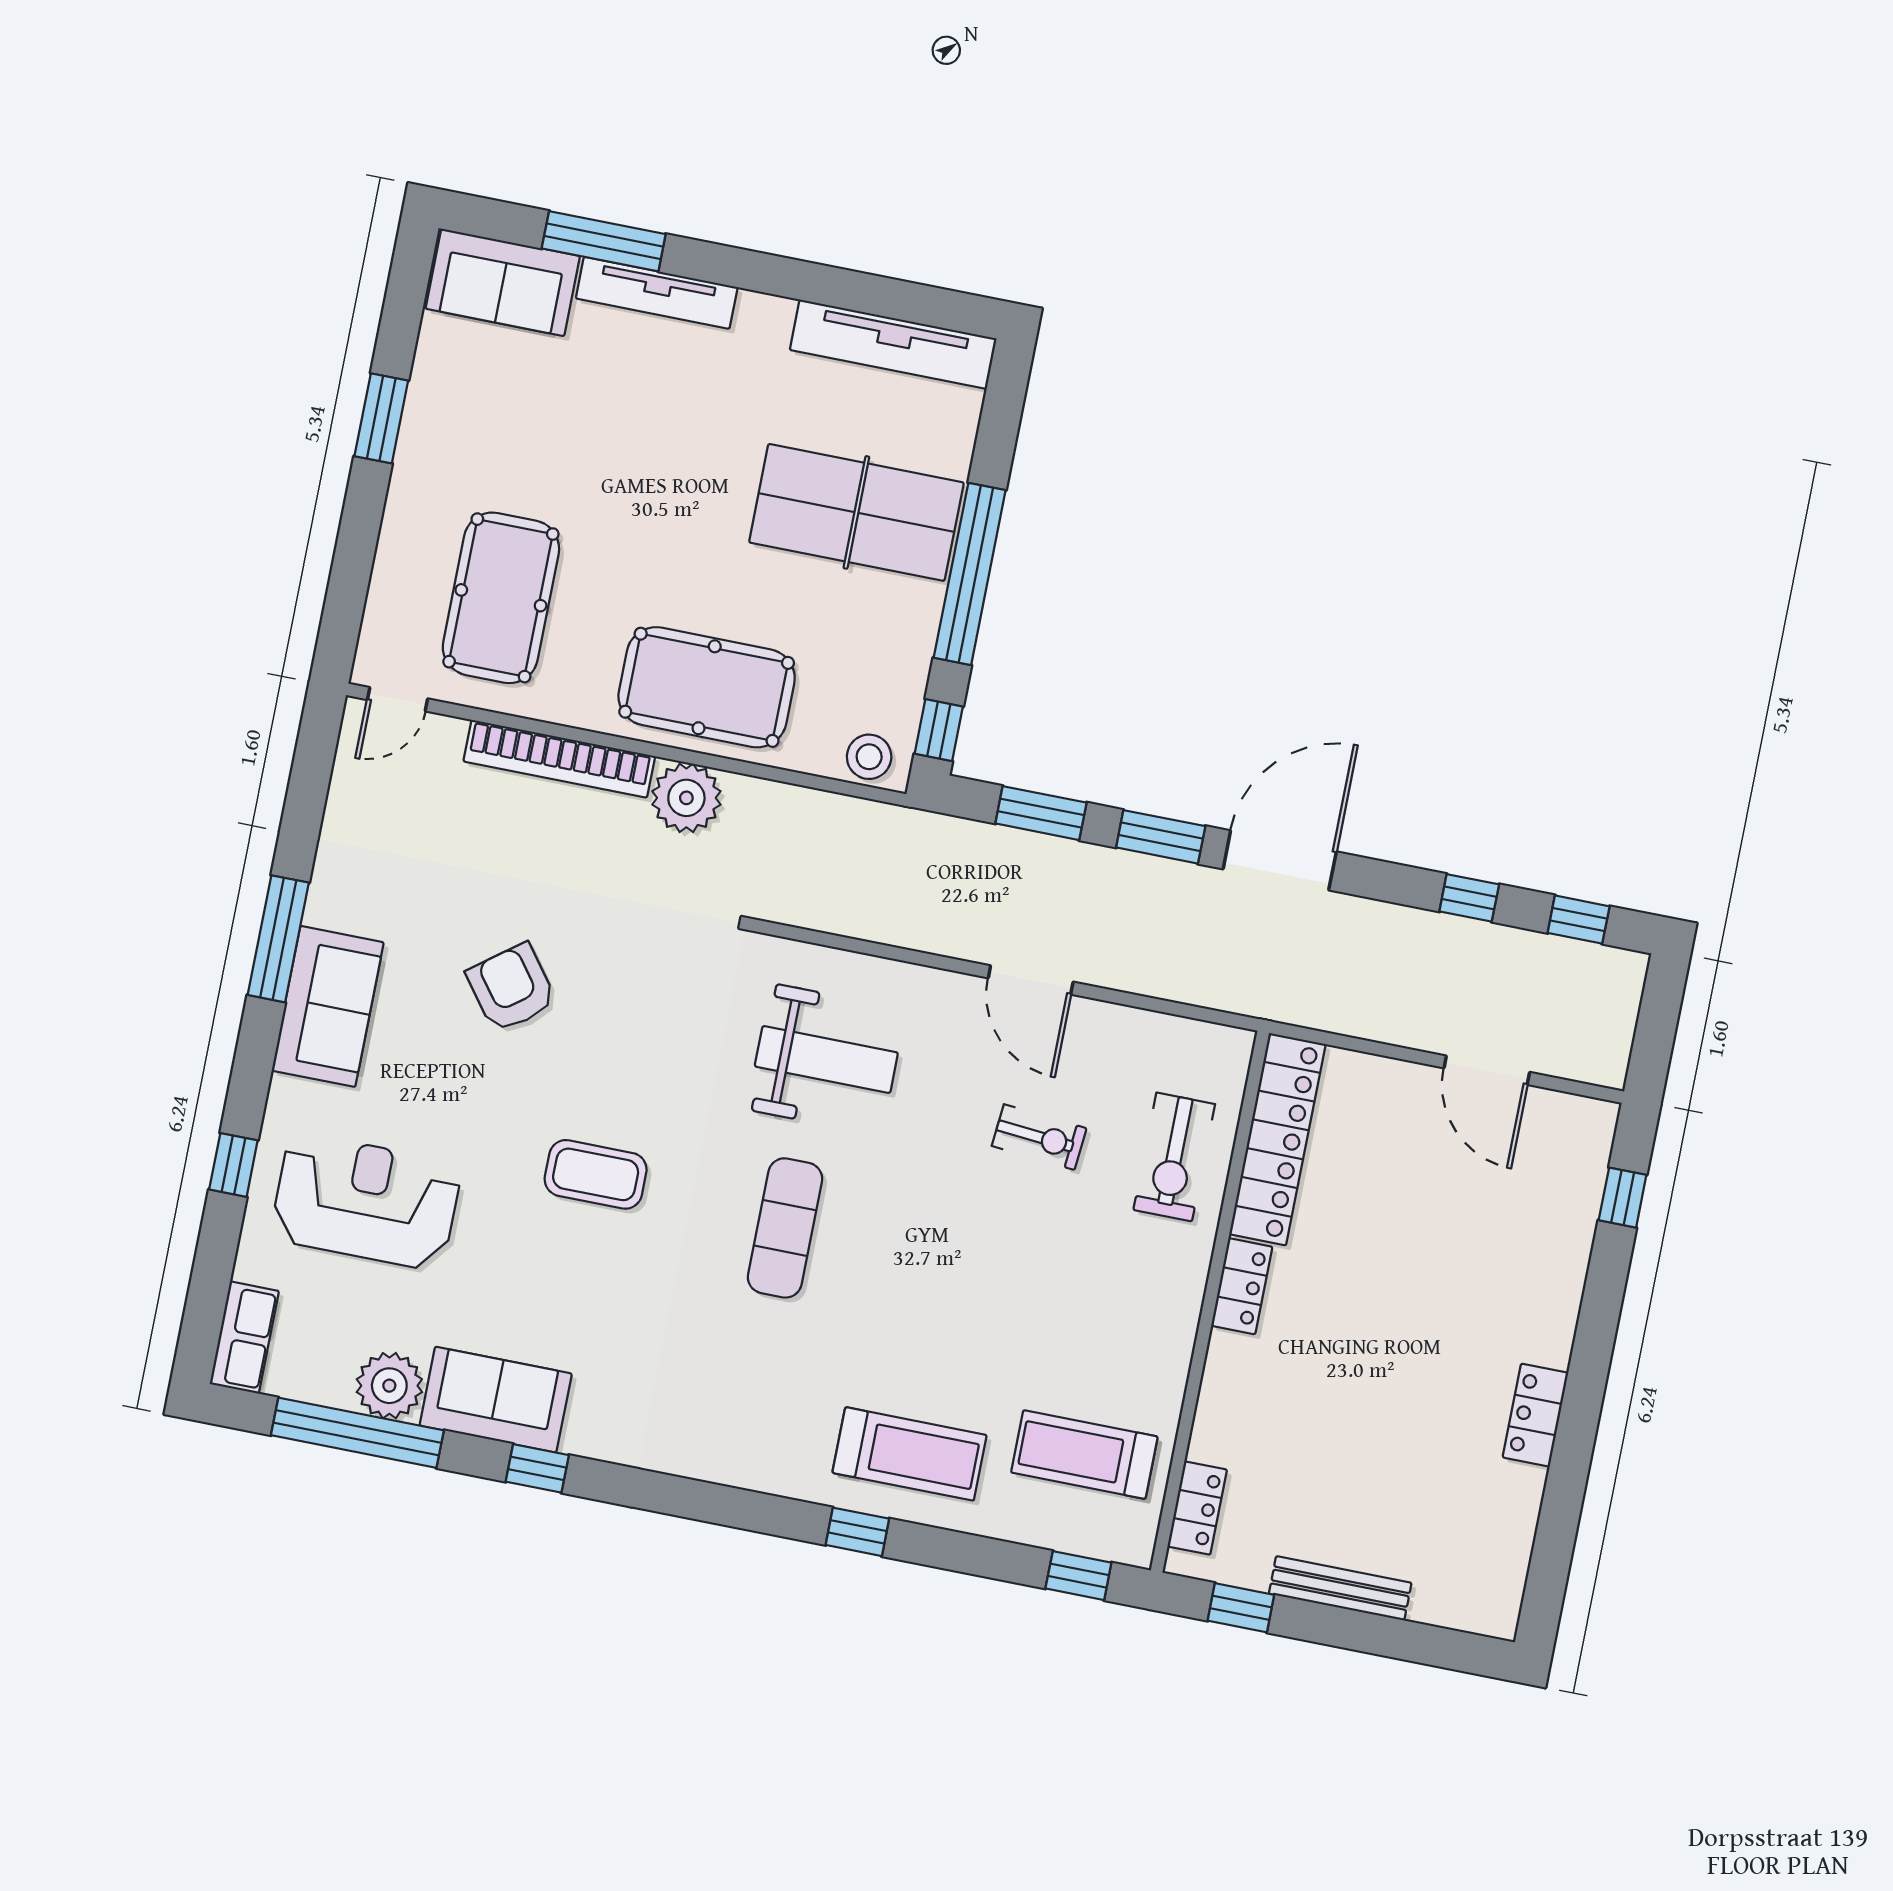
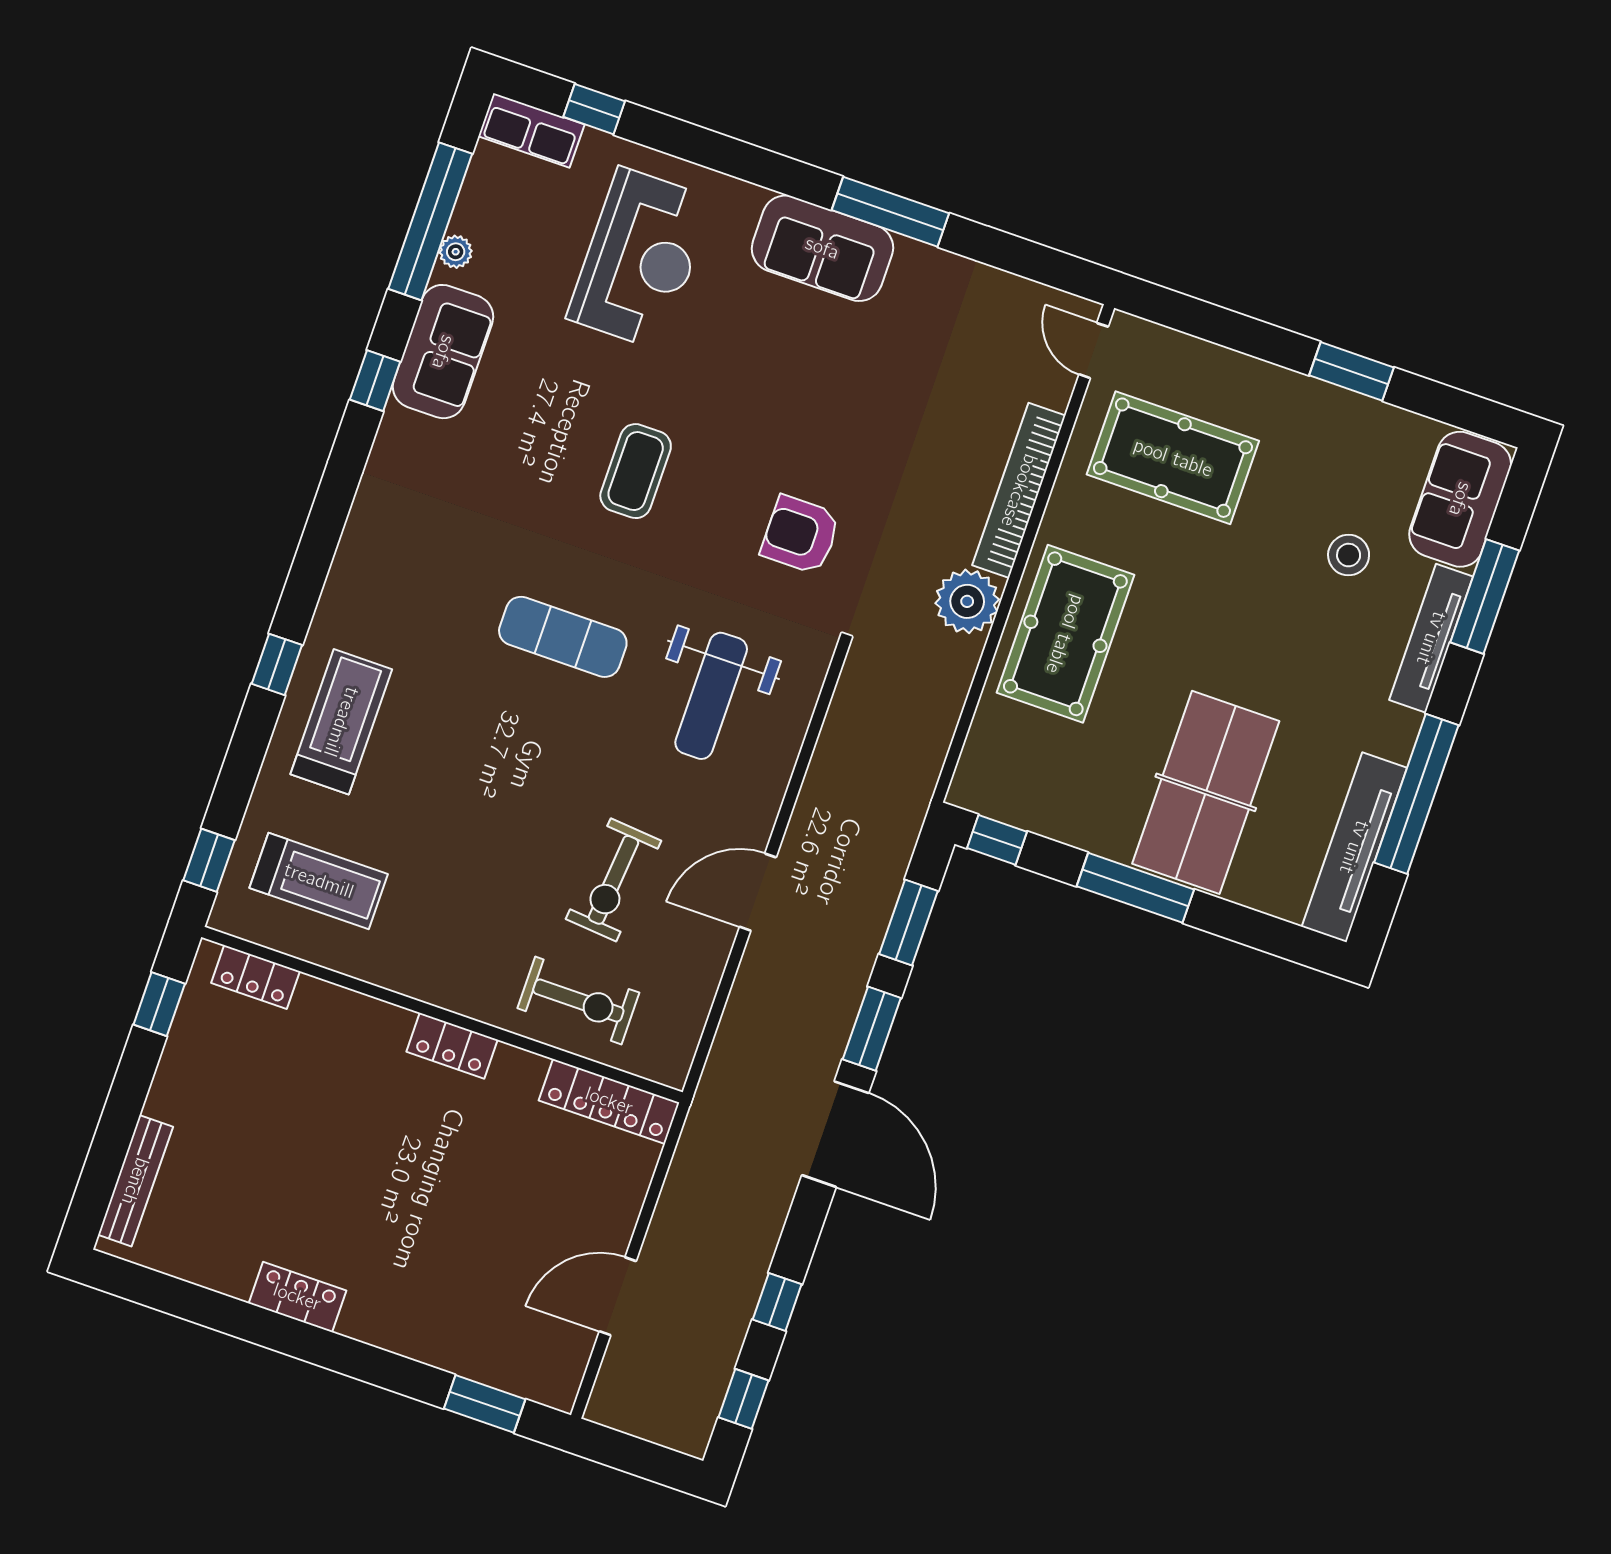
window: (826, 285) -> (1416, 794), added
window: (970, 574) -> (1135, 888), width x0.68
stool: (869, 757) -> (1349, 555), moved
armchair: (512, 988) -> (801, 535), moved, turned -143
exercise bike: (1039, 1137) -> (614, 880), width x1.38, depth x1.39
locker: (1277, 1139) -> (609, 1101), width x0.71, depth x0.83
exercise bike: (1174, 1157) -> (578, 1000), turned 180
window: (233, 1165) -> (594, 109), moved
window: (1623, 1198) -> (485, 1404), width x1.50
plant: (389, 1386) -> (456, 252), width x0.53, depth x0.53
treadmill: (910, 1454) -> (341, 722), turned 180
treadmill: (1084, 1455) -> (319, 881), turned 90
bench: (1340, 1588) -> (135, 1181), moved

